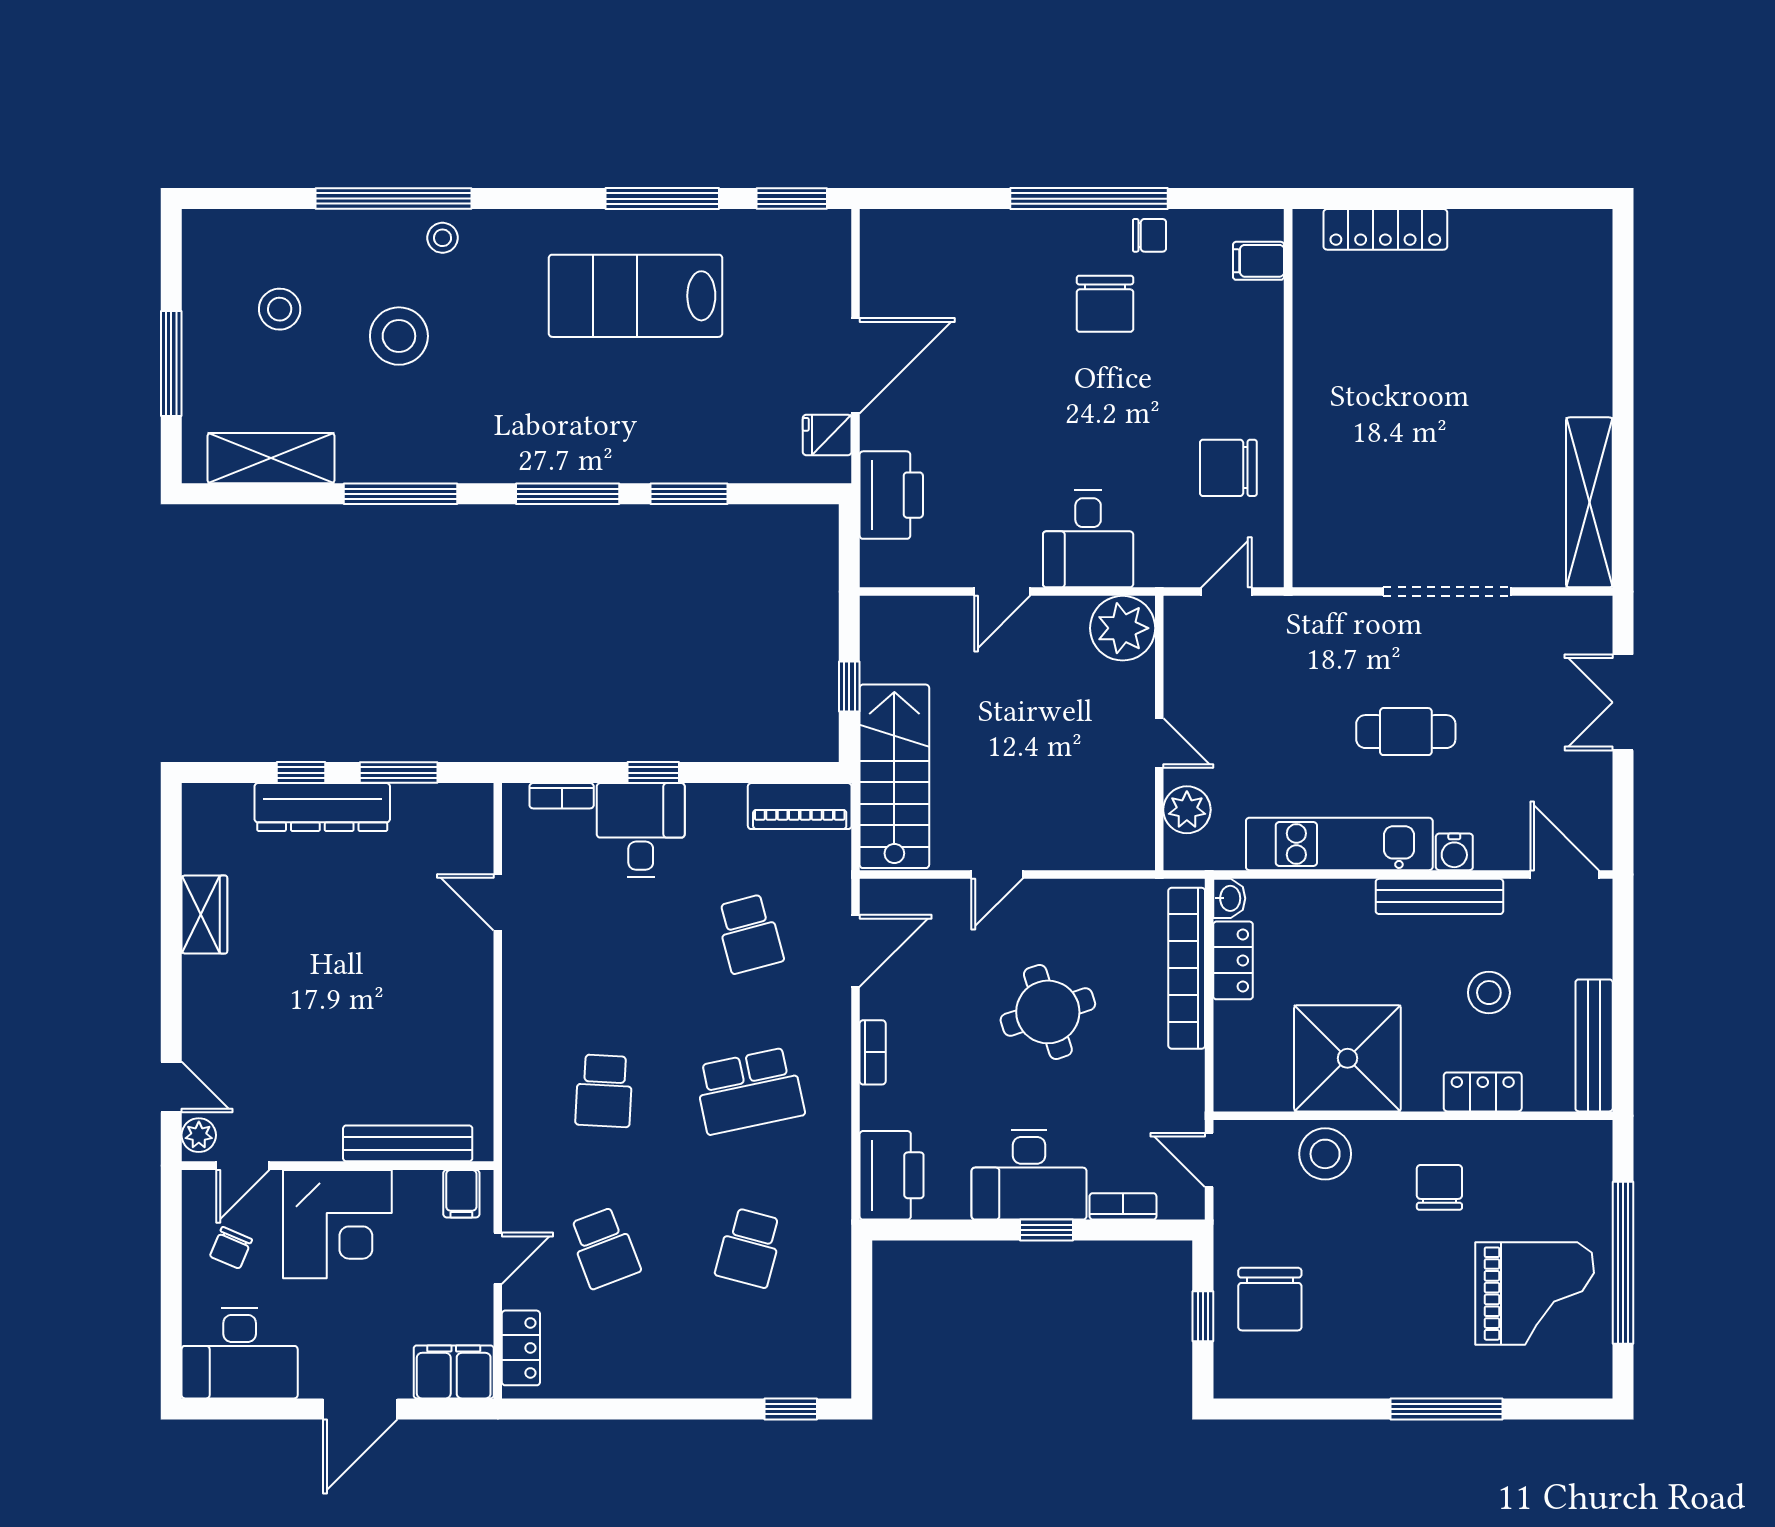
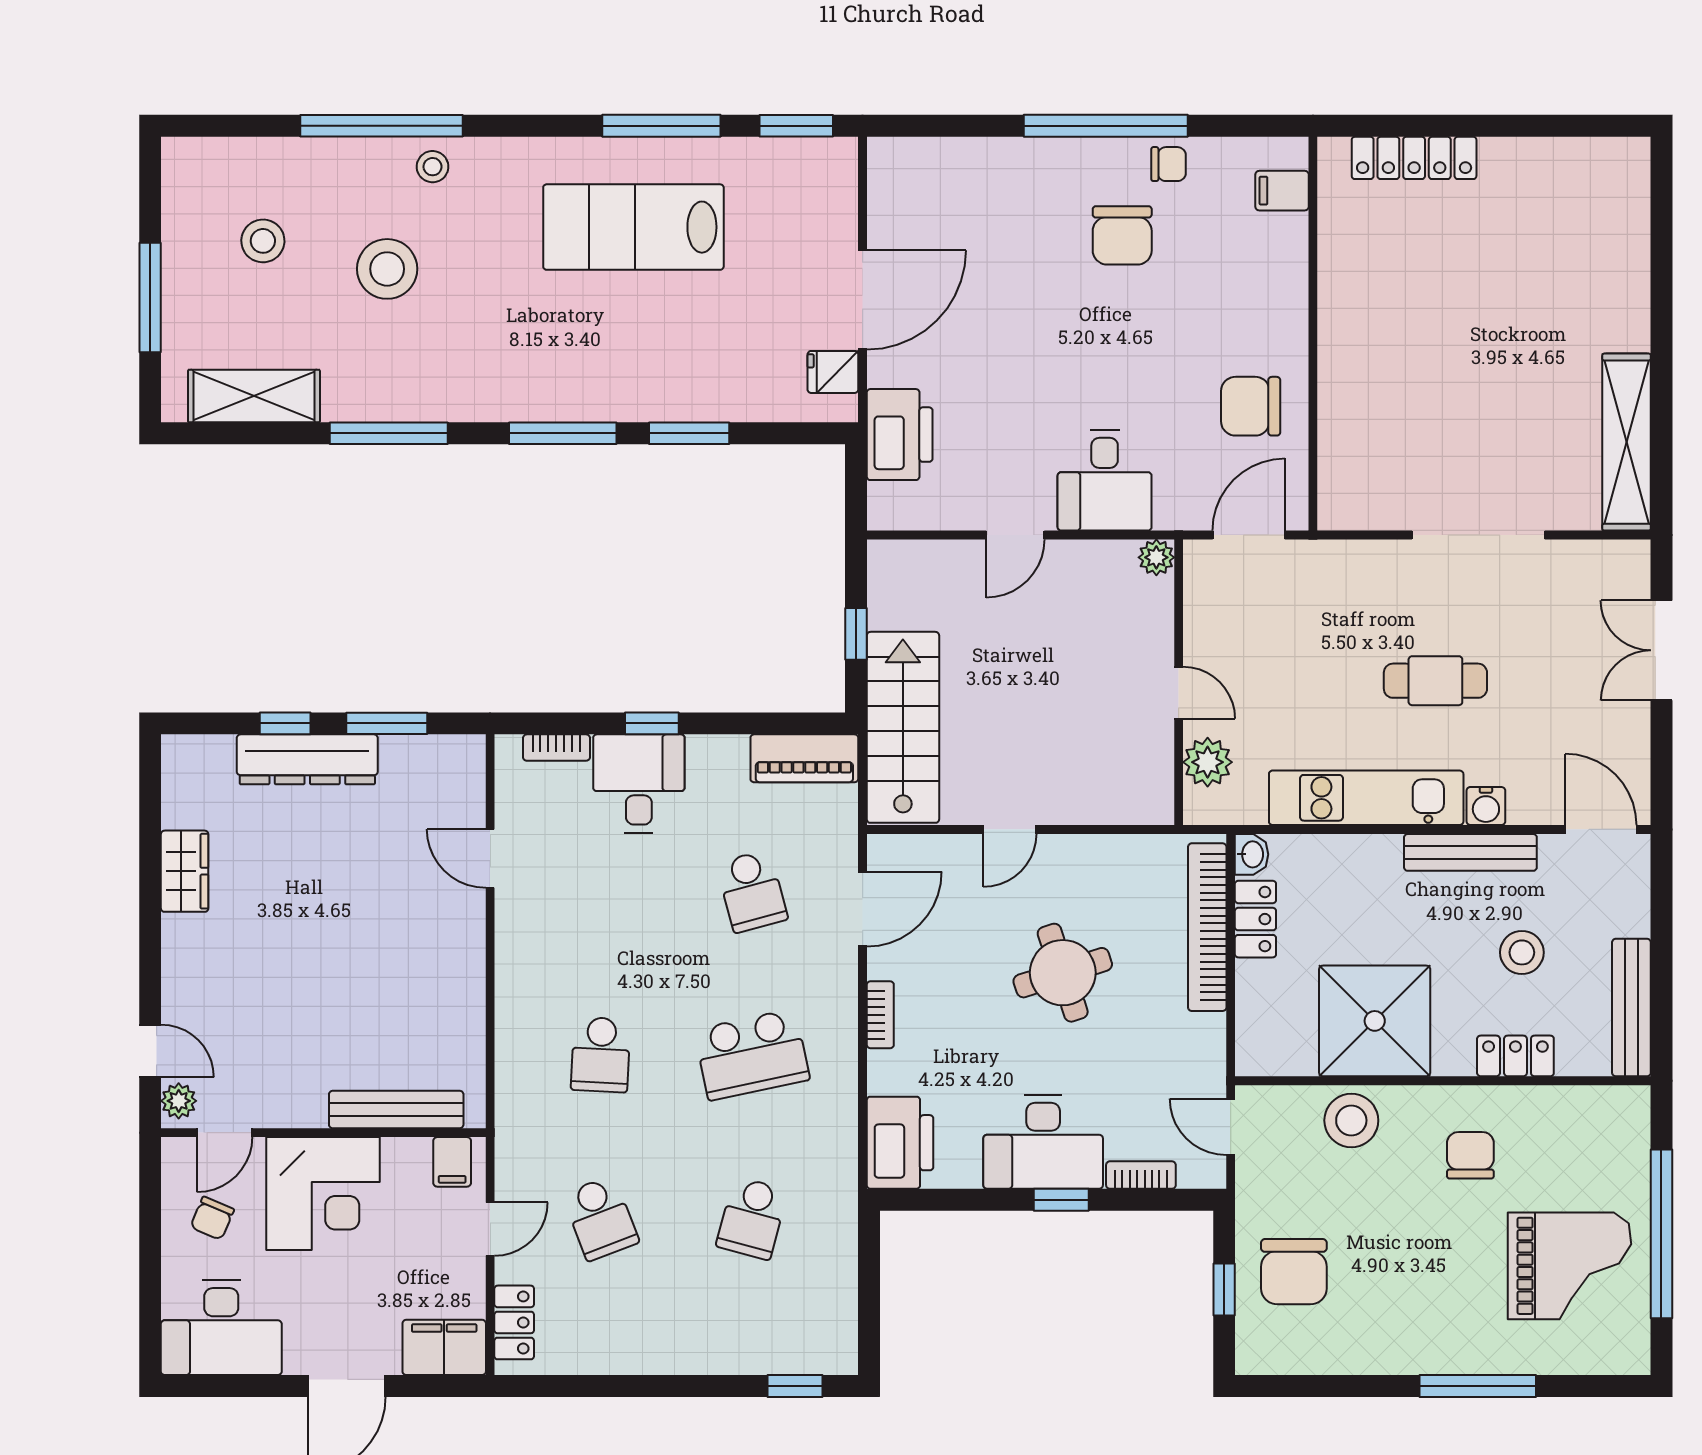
door: (1226, 592) -> (1249, 535), width x1.38
plant: (1123, 628) -> (1156, 557), width x0.53, depth x0.53

